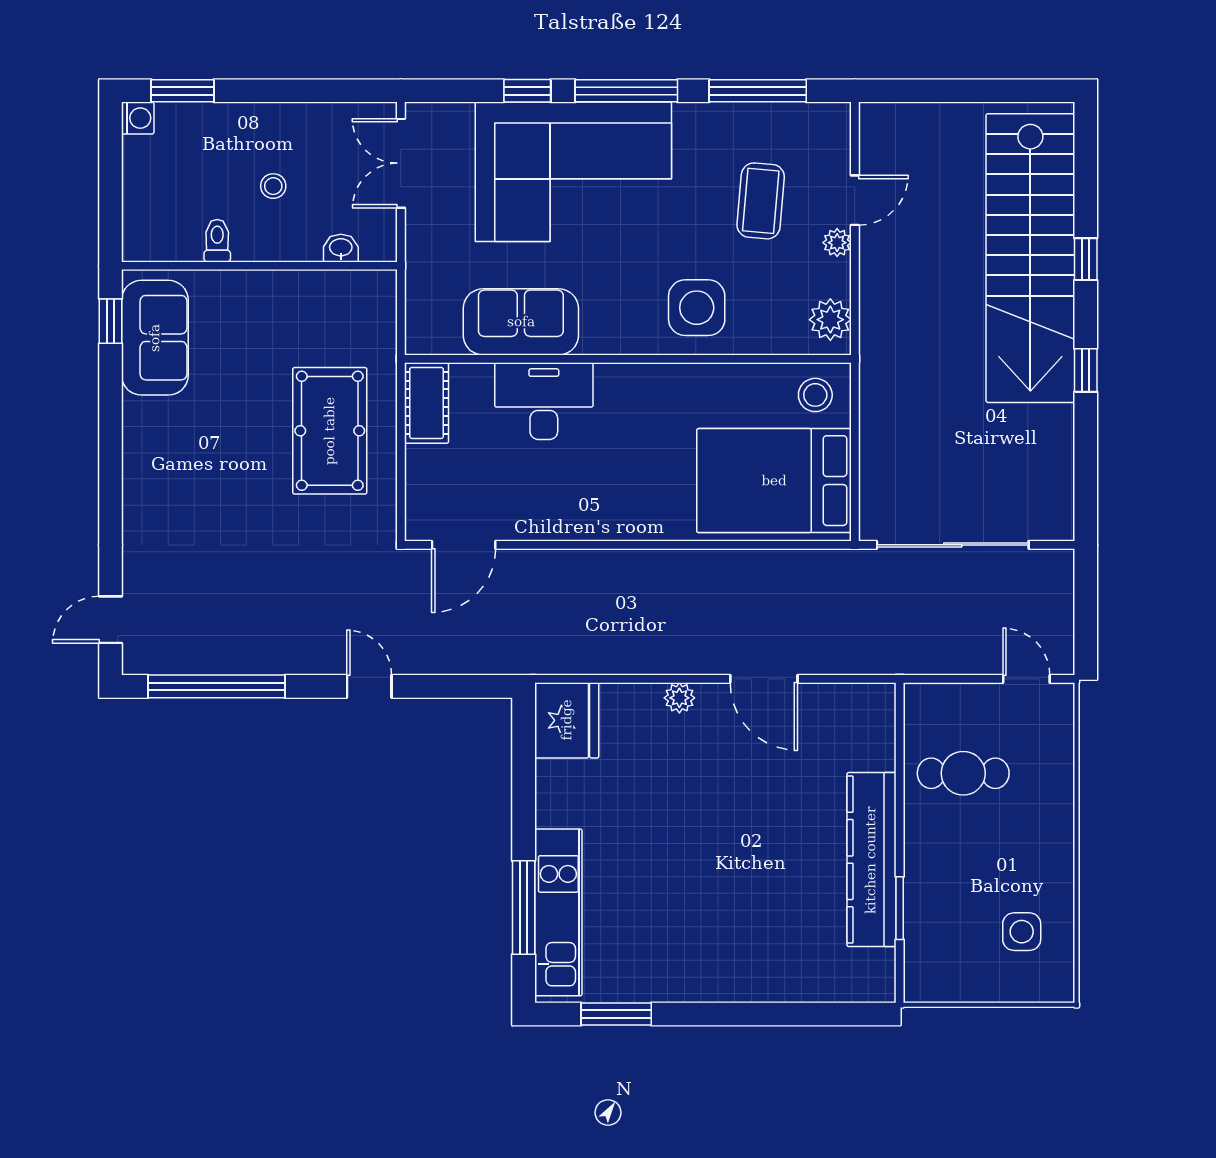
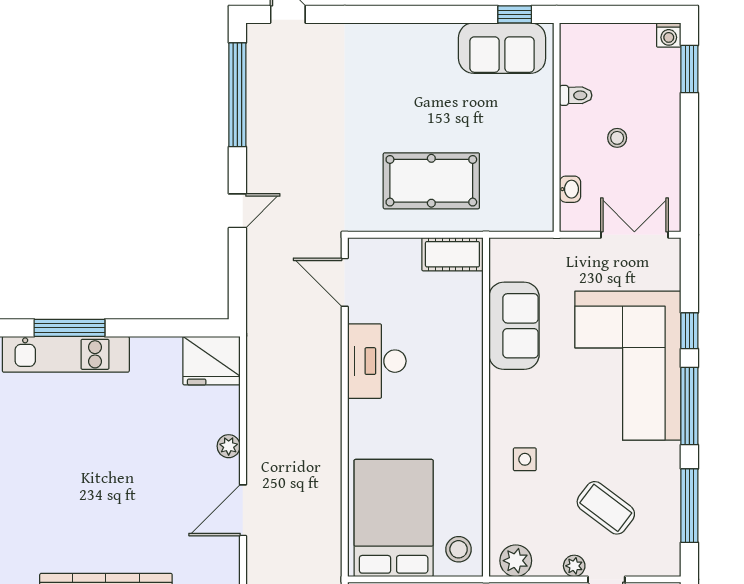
coffee table: (761, 201) -> (606, 508), turned 32
side table: (697, 308) -> (525, 459), width x0.54, depth x0.54
desk: (544, 401) -> (377, 361), moved, turned 180

